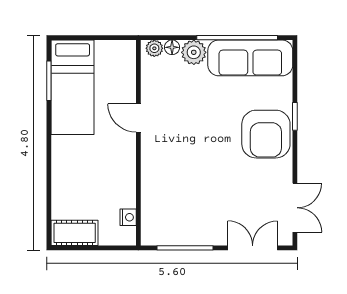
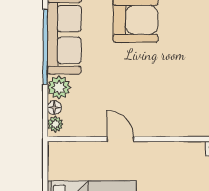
door: (138, 118) -> (120, 139), swing flipped

